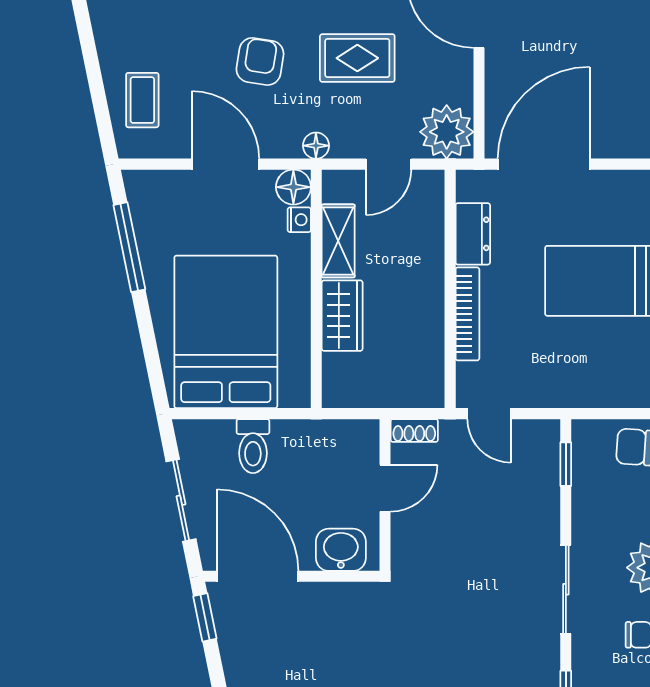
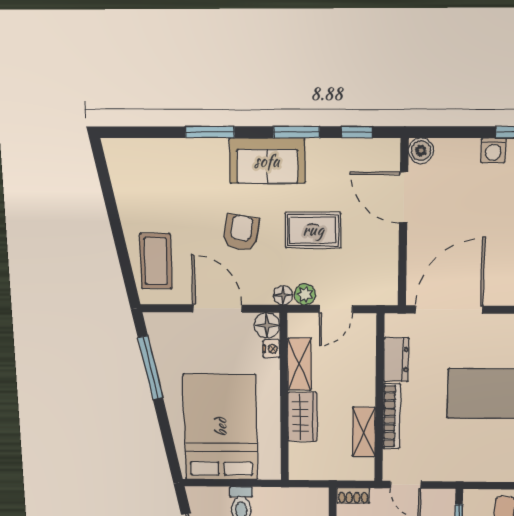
coffee table: (142, 100) -> (156, 261), width x1.36, depth x1.30
plant: (447, 132) -> (305, 294), moved, width x0.53, depth x0.53
shelving: (429, 337) -> (364, 432), added

